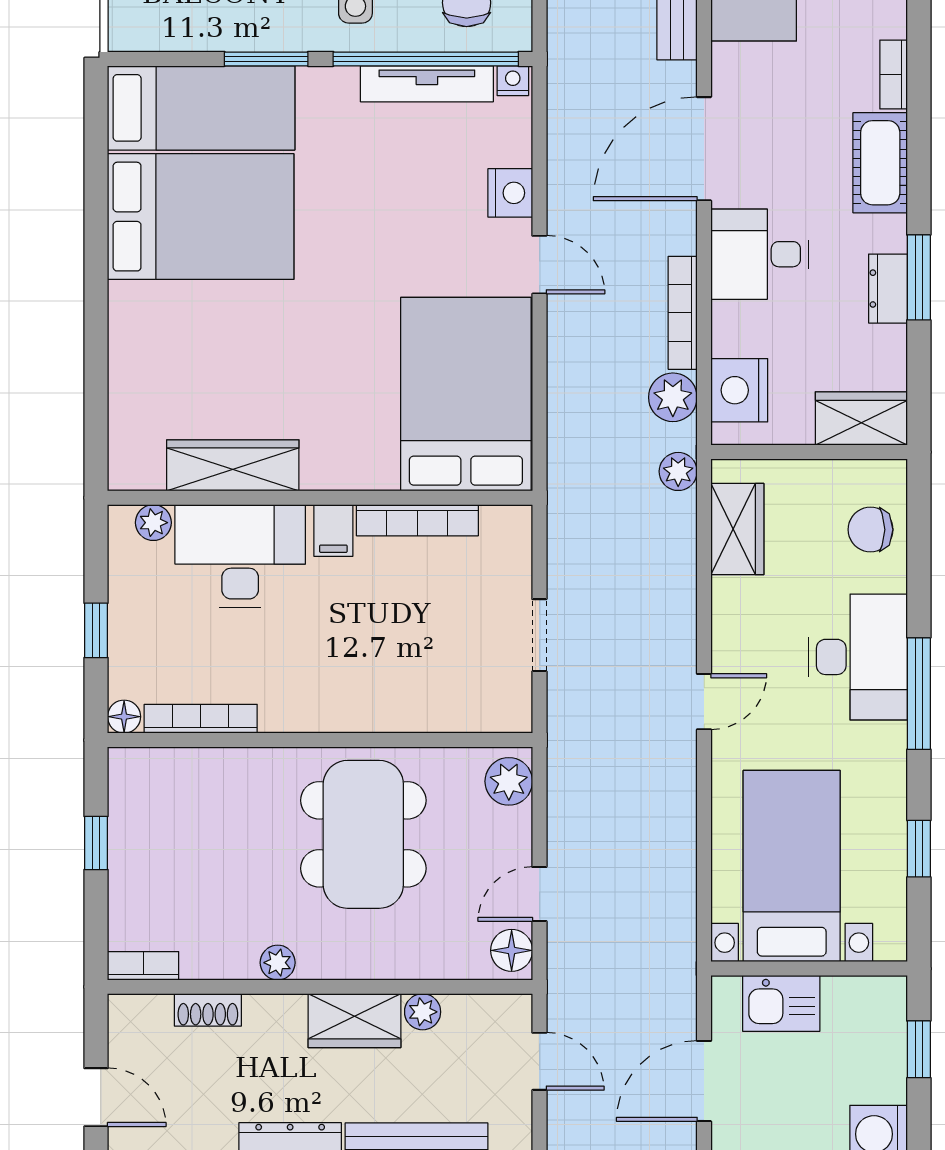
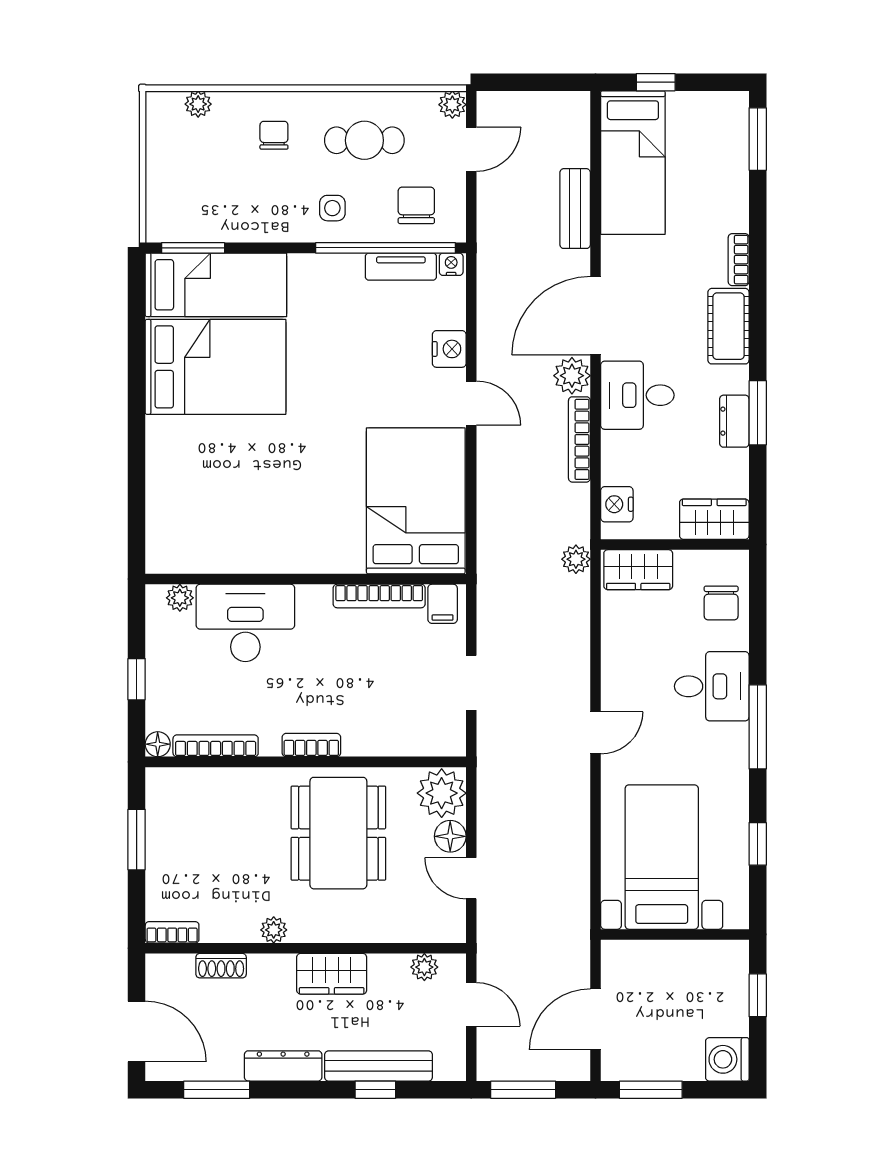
window: (266, 59) -> (193, 248), moved
tv unit: (427, 84) -> (401, 267), width x0.71
nightstand: (739, 390) -> (617, 504), width x0.74, depth x0.75
plant: (673, 397) -> (572, 376), moved
wardrobe: (233, 465) -> (240, 555), removed
wardrobe: (737, 529) -> (638, 570), moved, turned 90
chair: (870, 530) -> (721, 603), turned -90
filing cabinet: (333, 531) -> (443, 604), moved
desk: (858, 657) -> (712, 686), width x0.73
bookcase: (328, 718) -> (311, 745), added
plant: (509, 781) -> (442, 793), width x1.36, depth x1.36
window: (96, 843) -> (137, 840), width x1.50
door: (539, 894) -> (471, 878), hinge flipped
floor lamp: (512, 950) -> (450, 836), moved
kitchen sink: (781, 1003) -> (654, 961), removed
plant: (423, 1012) -> (424, 967), moved
door: (96, 1097) -> (137, 1031), width x1.38

